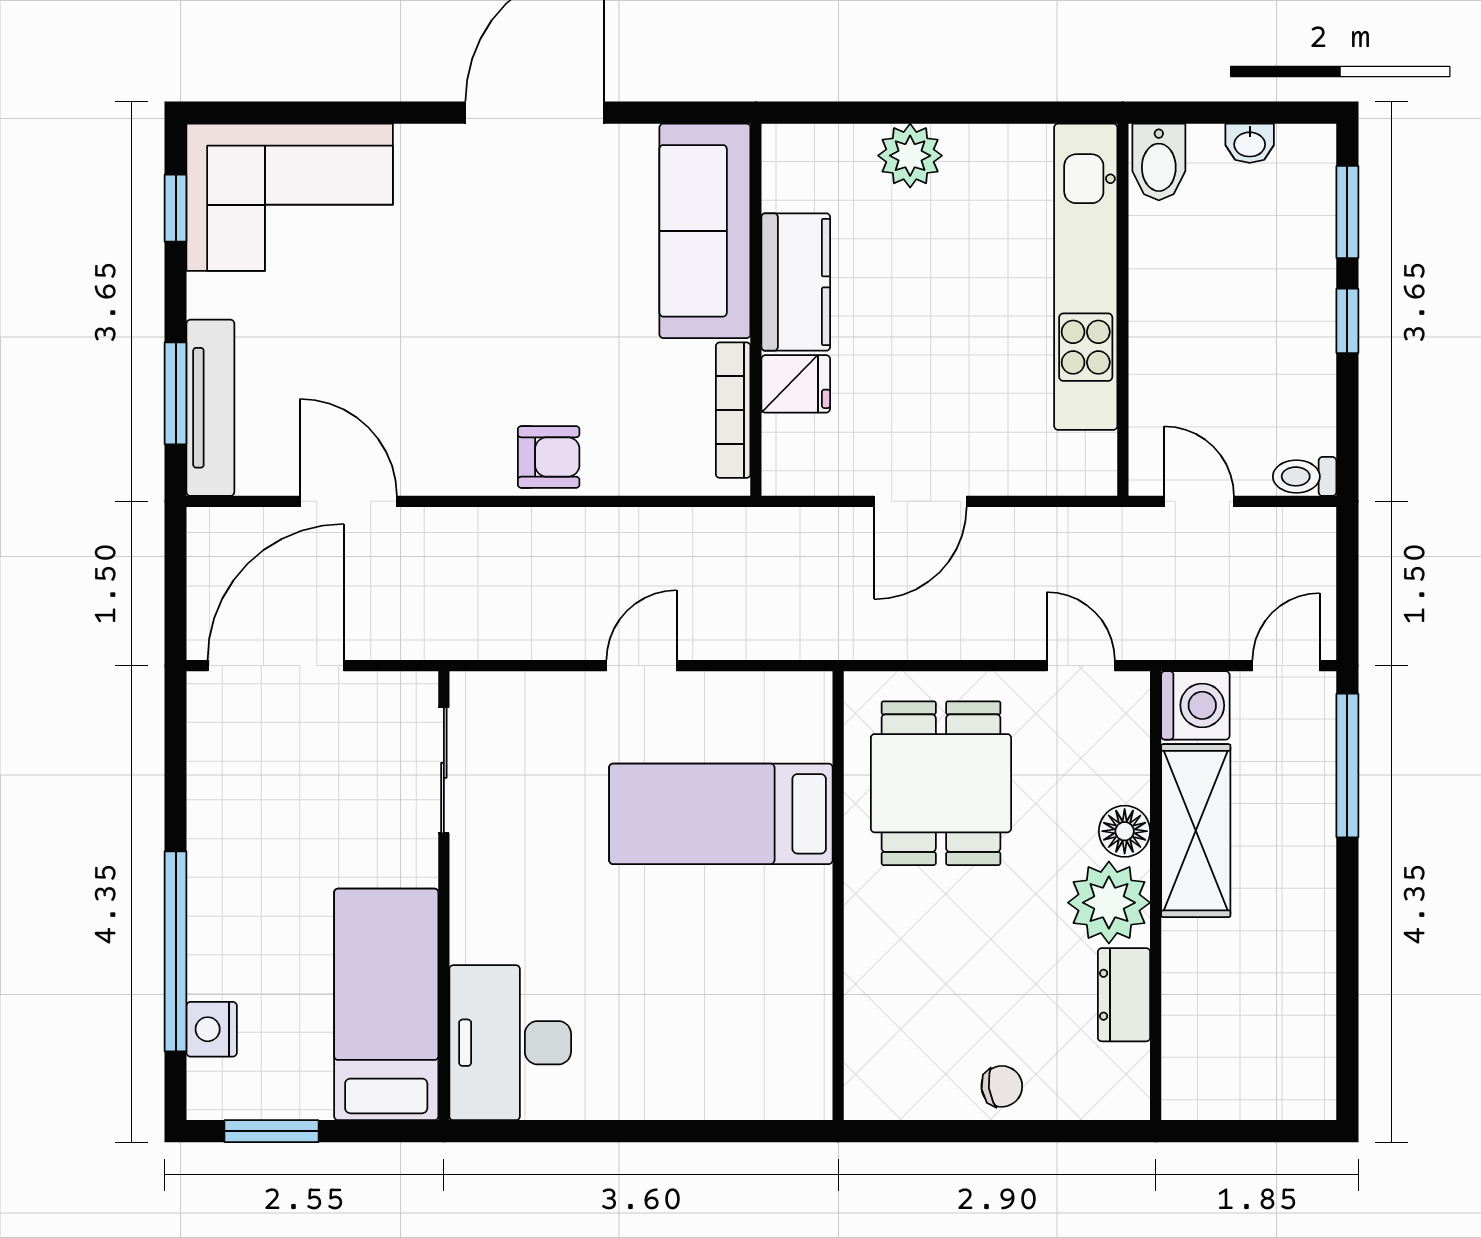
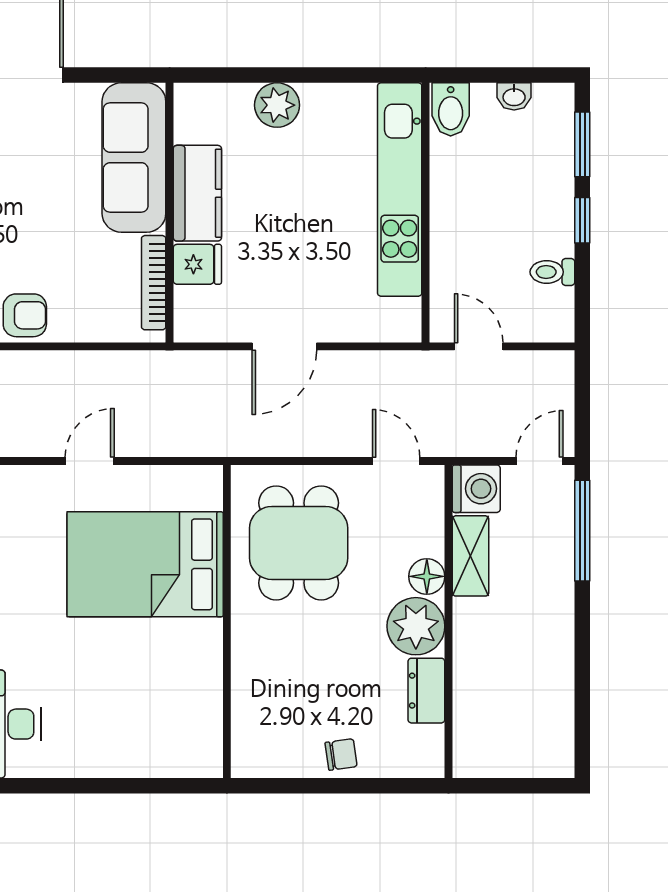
toilet: (1305, 476) -> (552, 272), moved
bed: (721, 814) -> (145, 564), width x1.50
shelving: (1196, 831) -> (470, 556), width x0.67, depth x0.75

